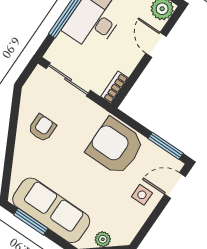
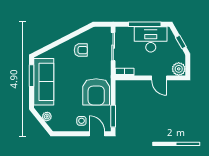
door: (156, 45) -> (159, 78), swing flipped
armchair: (115, 146) -> (96, 92), turned 180

